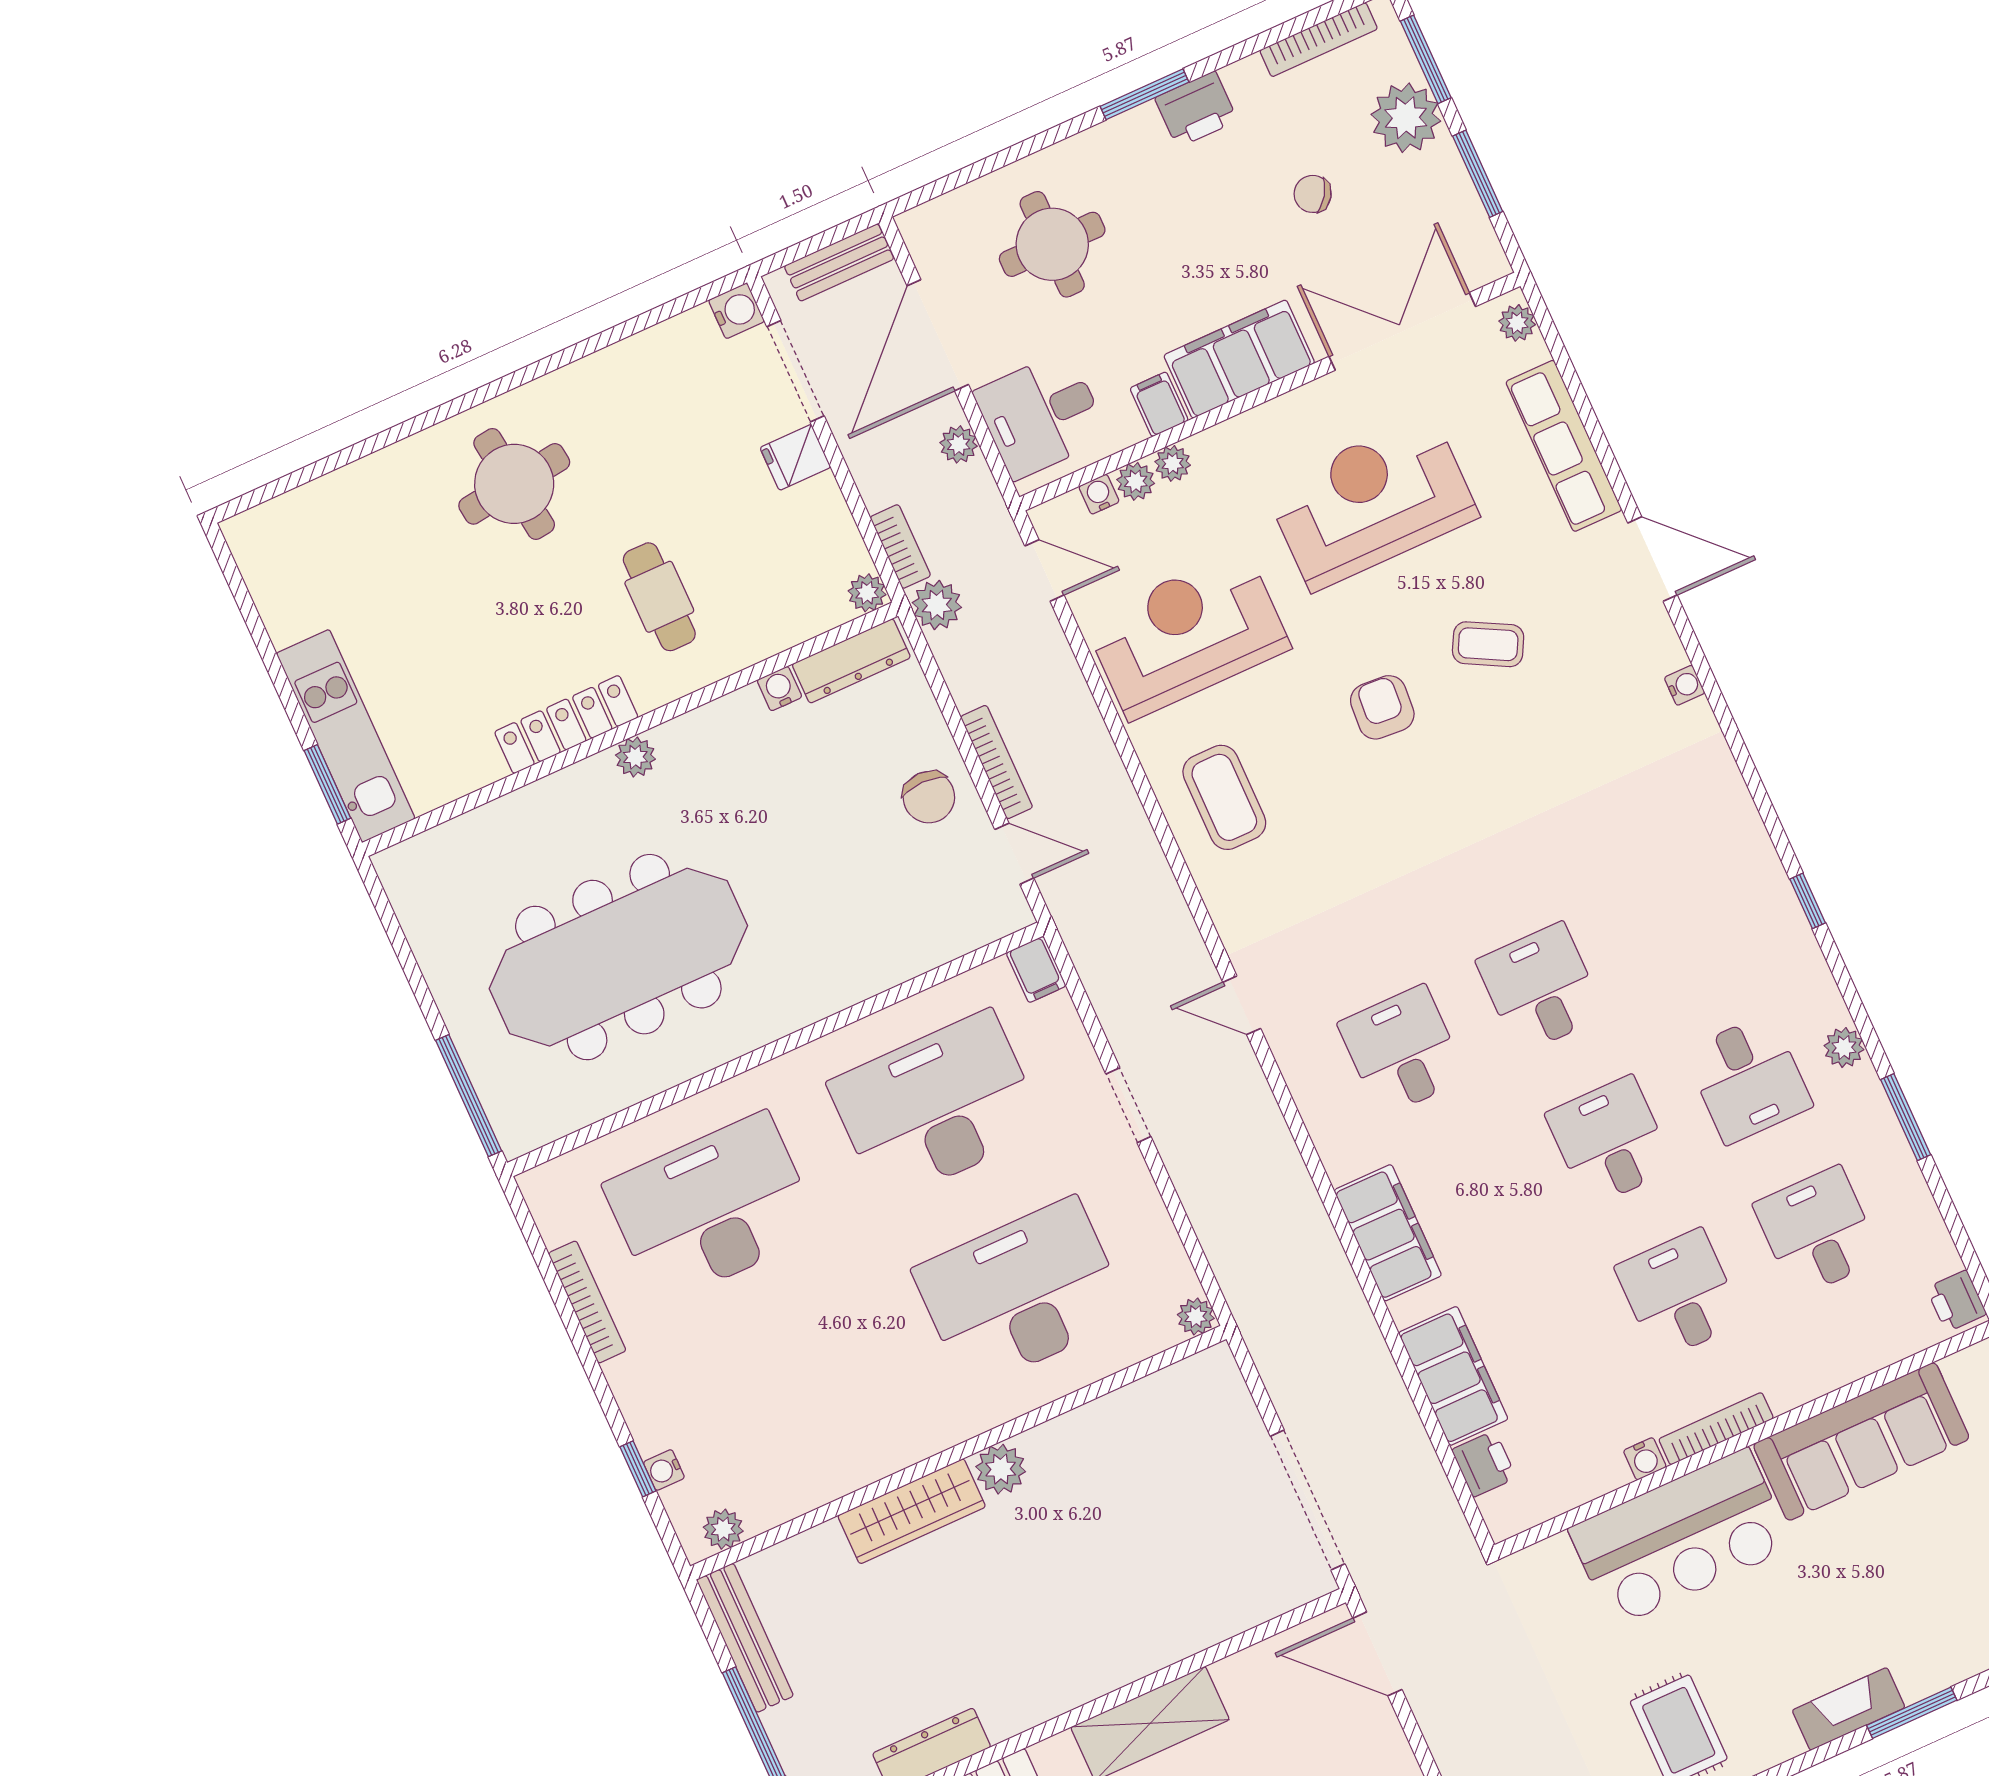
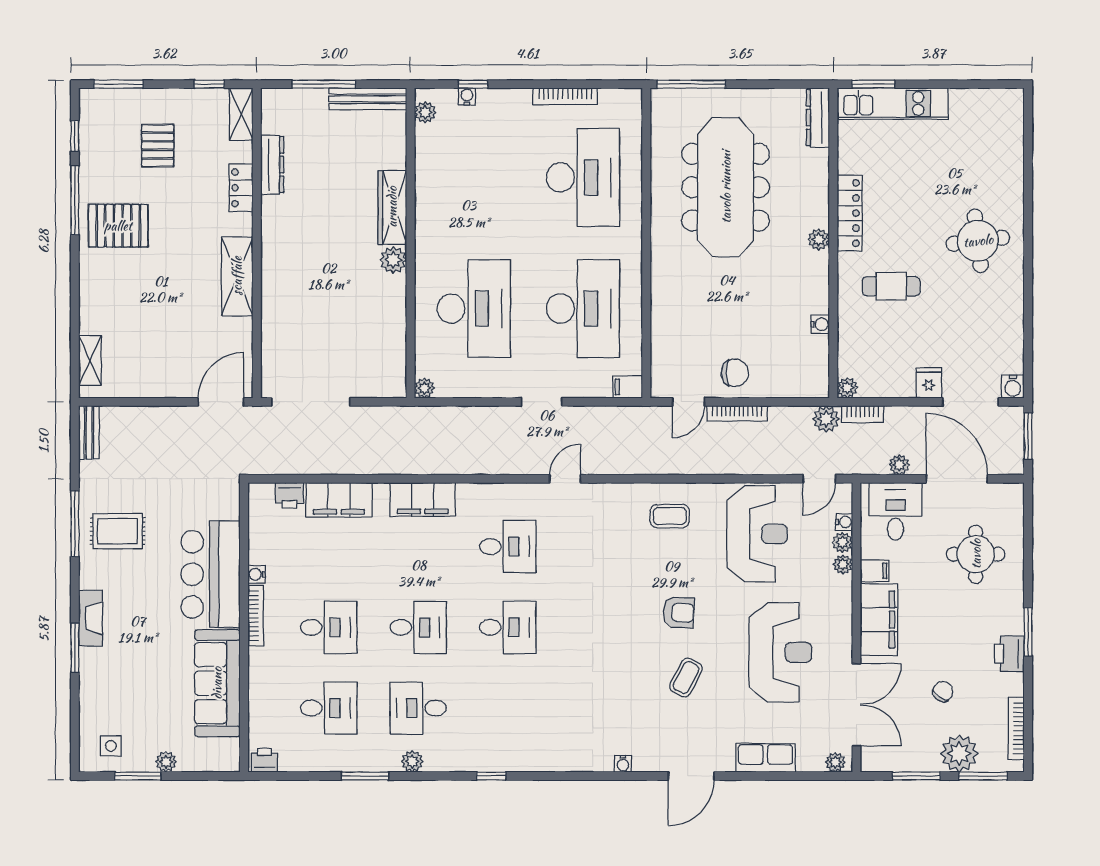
window: (810, 246) -> (1028, 436), added
bench: (839, 262) -> (1014, 447), removed
row of seats: (1564, 446) -> (765, 758), width x0.68
dresser: (851, 661) -> (818, 118), moved
chair: (929, 797) -> (735, 373), turned 180
coffee table: (1224, 797) -> (670, 516), width x0.73, depth x0.77

